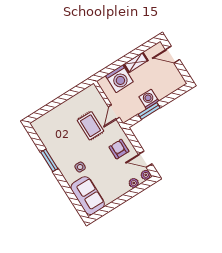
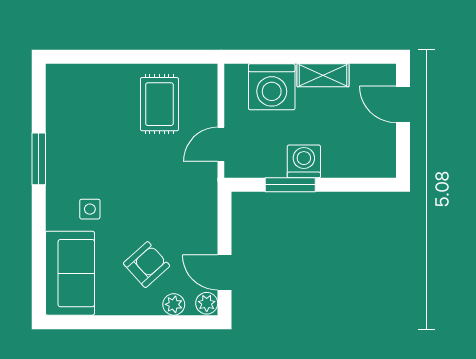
rug: (90, 126) -> (159, 104), moved
armchair: (119, 149) -> (147, 265), moved, turned 48

